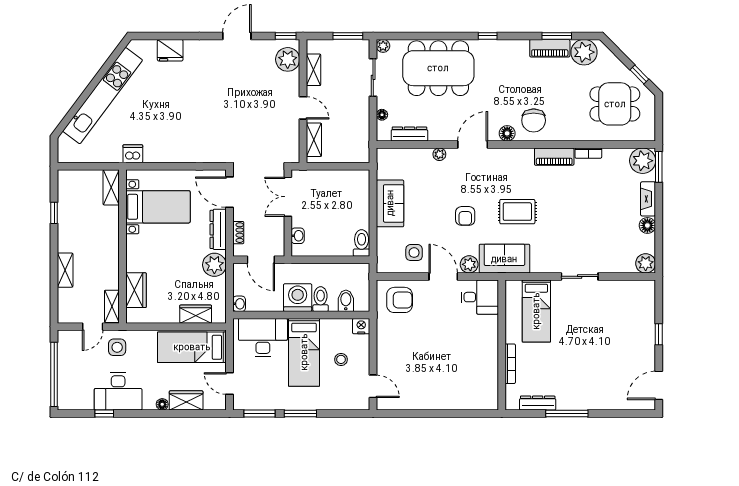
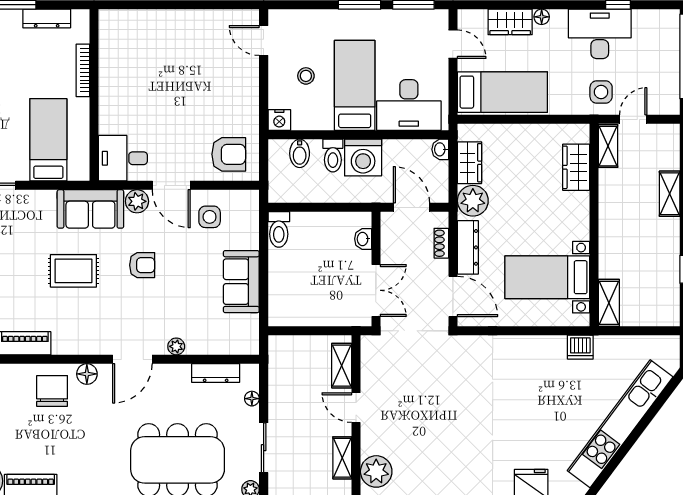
armchair: (465, 216) -> (142, 265), turned 90
armchair: (400, 300) -> (229, 154), turned 180
wardrobe: (196, 314) -> (469, 163), moved, turned -90

